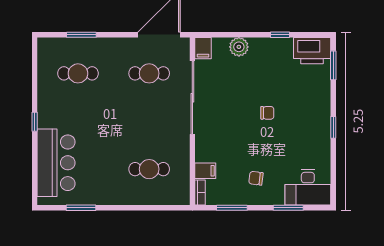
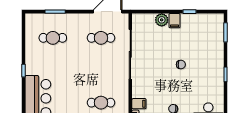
filing cabinet: (203, 48) -> (174, 21), moved
printer: (312, 51) -> (211, 22), removed

